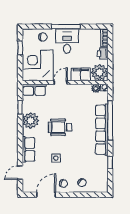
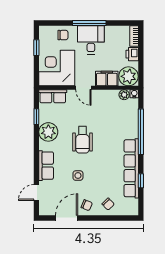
door: (61, 82) -> (83, 88), swing flipped
wheelchair: (60, 127) -> (83, 140), turned -90
row of seats: (102, 130) -> (131, 168), moved

